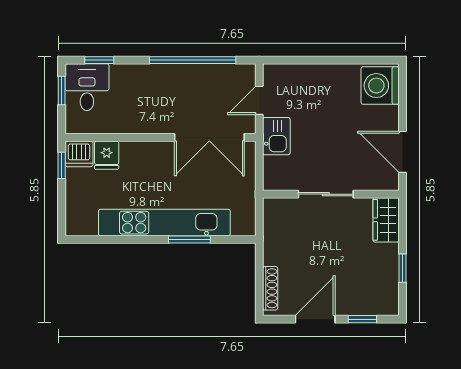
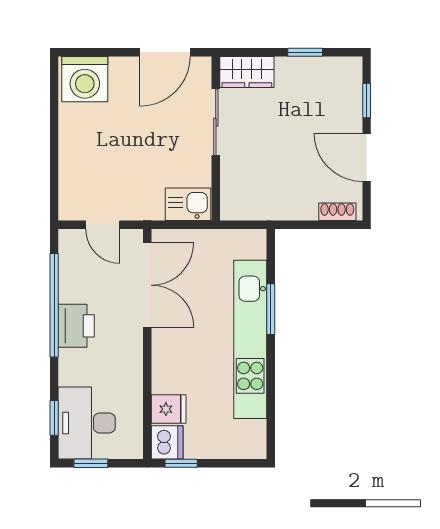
printer: (176, 78) -> (76, 326), added
desk: (87, 87) -> (87, 423), width x1.37
kitchen sink: (276, 136) -> (188, 204), moved
sliding door: (326, 194) -> (216, 122), moved
shoe rack: (270, 288) -> (337, 212), width x0.70

